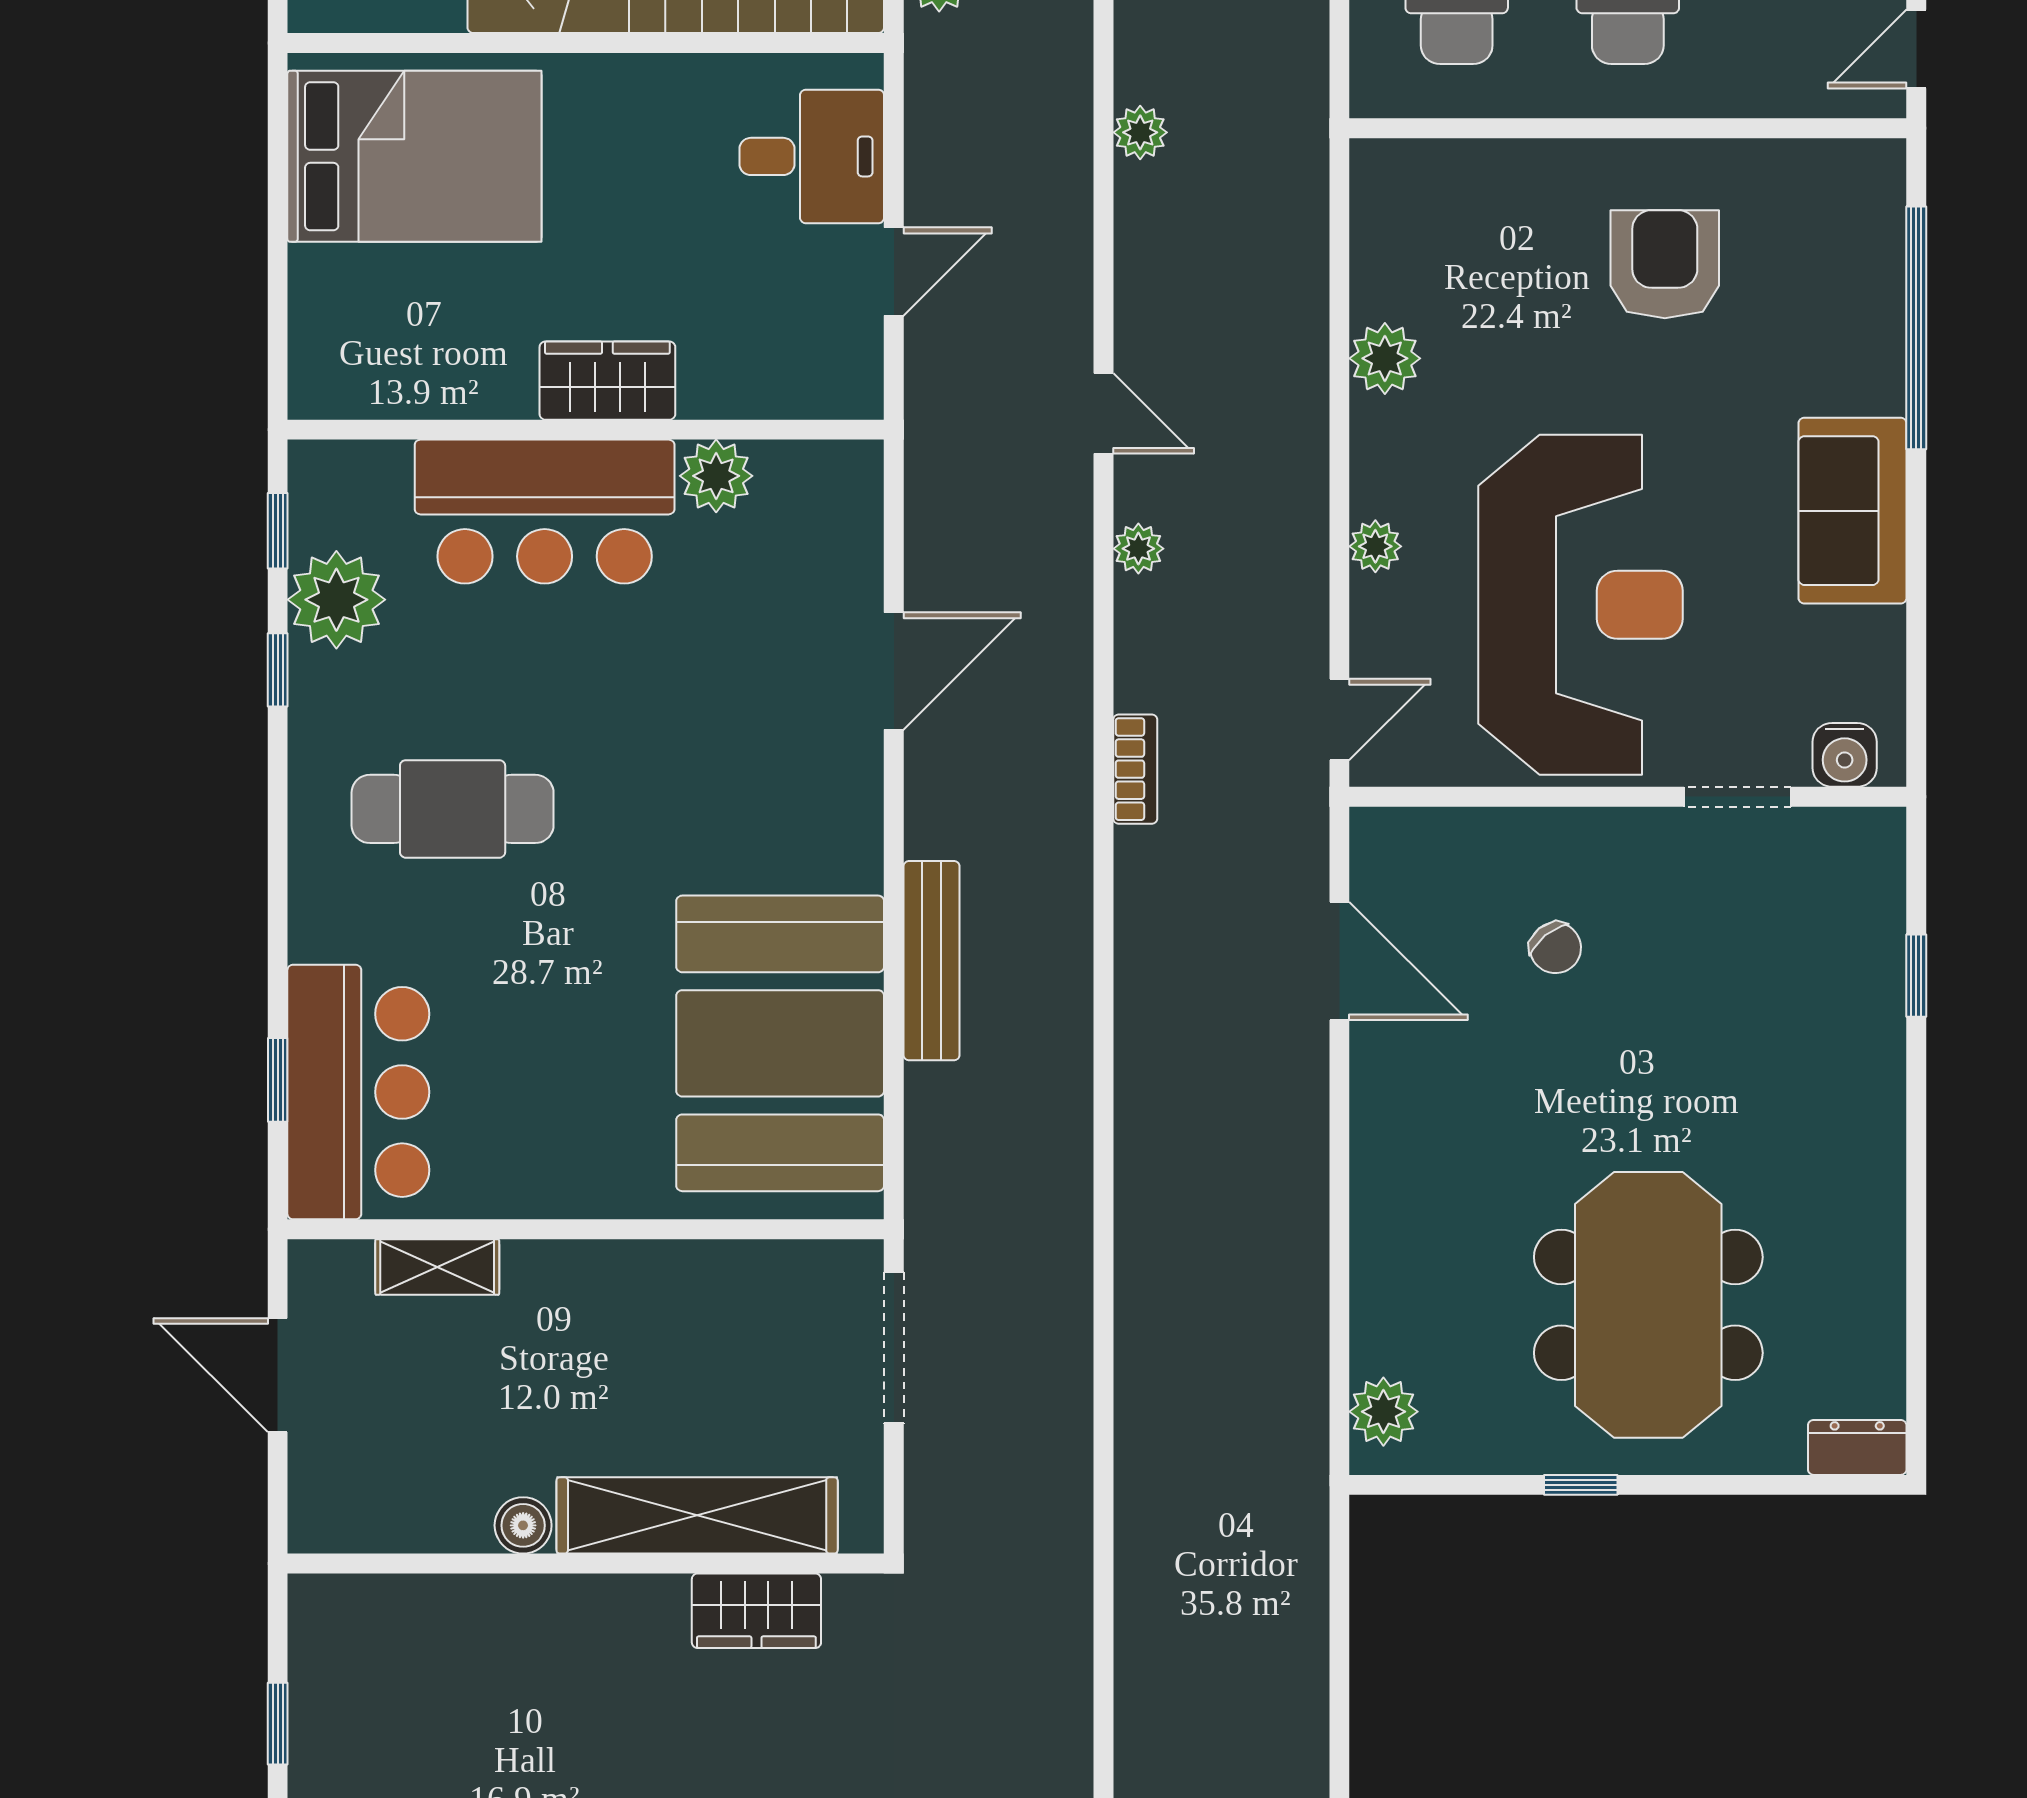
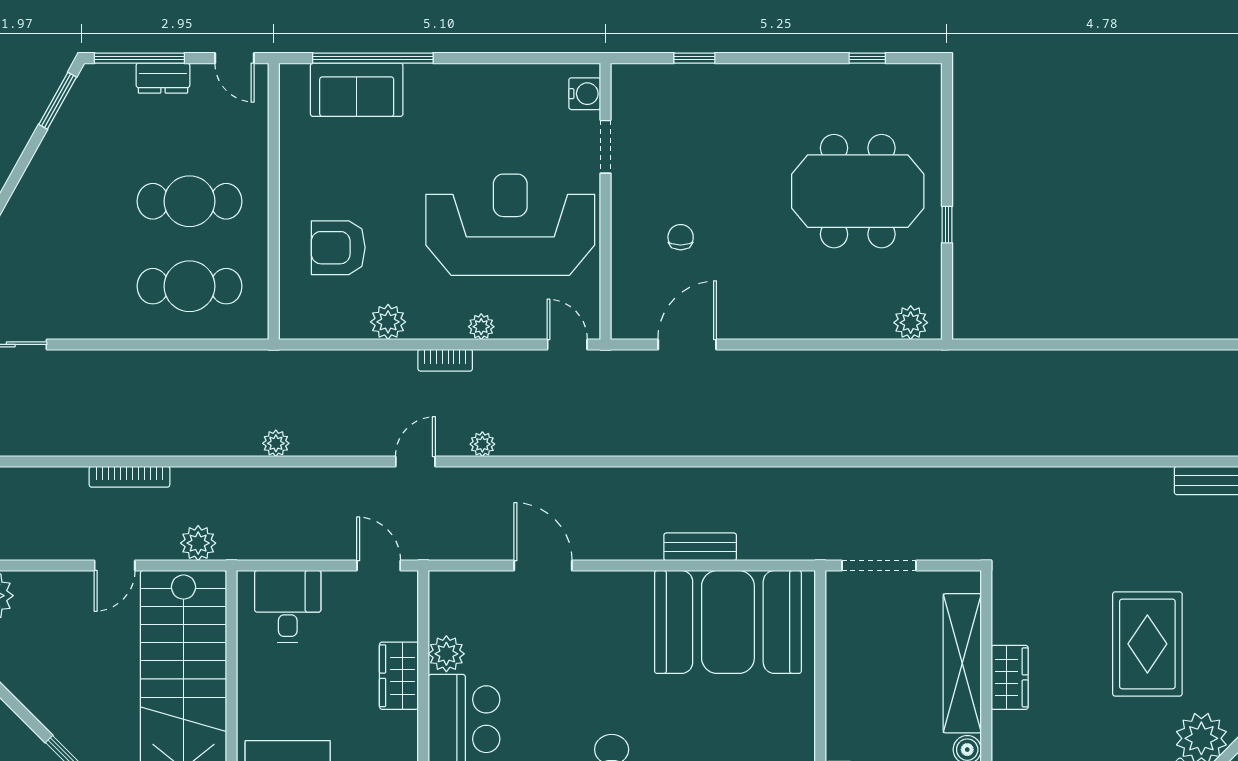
armchair: (1665, 264) -> (338, 248), moved
door: (894, 272) -> (379, 566), moved
wardrobe: (607, 381) -> (399, 676), moved
sofa: (1853, 511) -> (357, 90), moved
bookcase: (1135, 769) -> (445, 360), moved, turned 180
chair: (1555, 948) -> (681, 237), turned -51
bench: (932, 961) -> (700, 547), width x0.73
window: (1916, 1324) -> (867, 58), added
dresser: (1857, 1447) -> (929, 87), removed
wardrobe: (756, 1611) -> (1010, 677), moved

